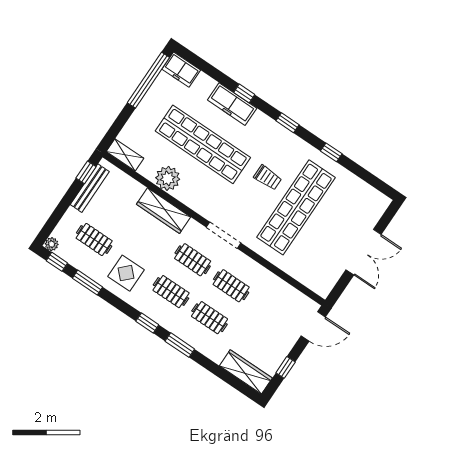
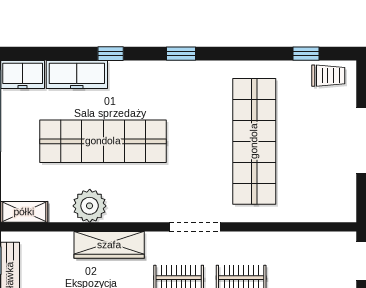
freezer: (232, 104) -> (77, 74), moved
window: (331, 152) -> (306, 54), moved
trolley: (268, 178) -> (328, 76), moved

